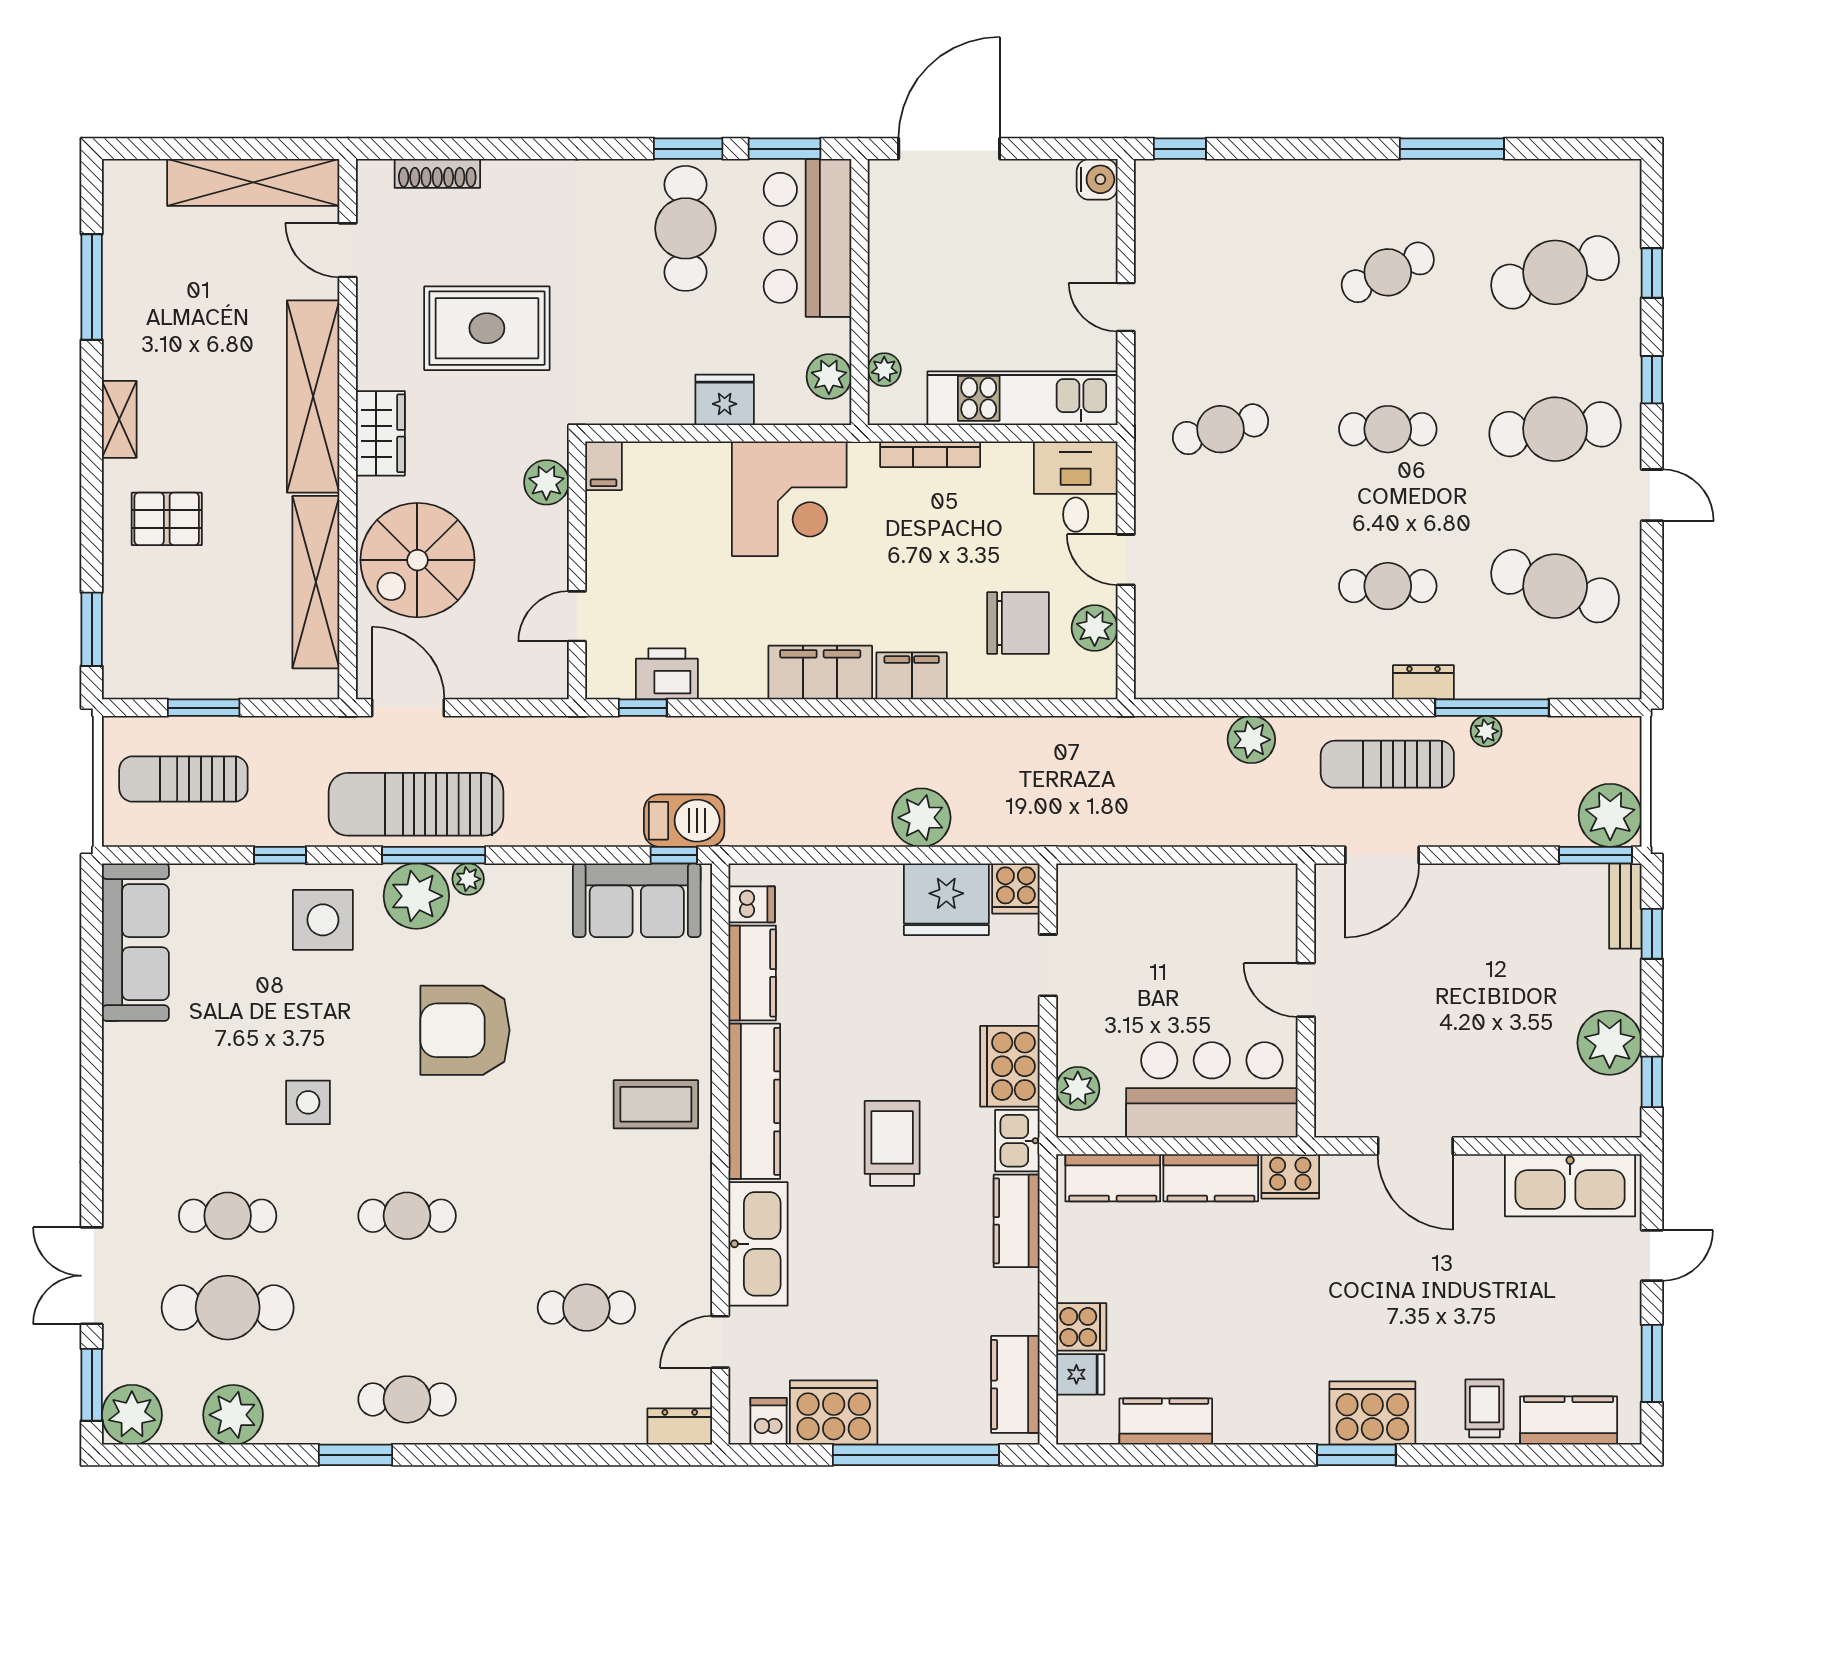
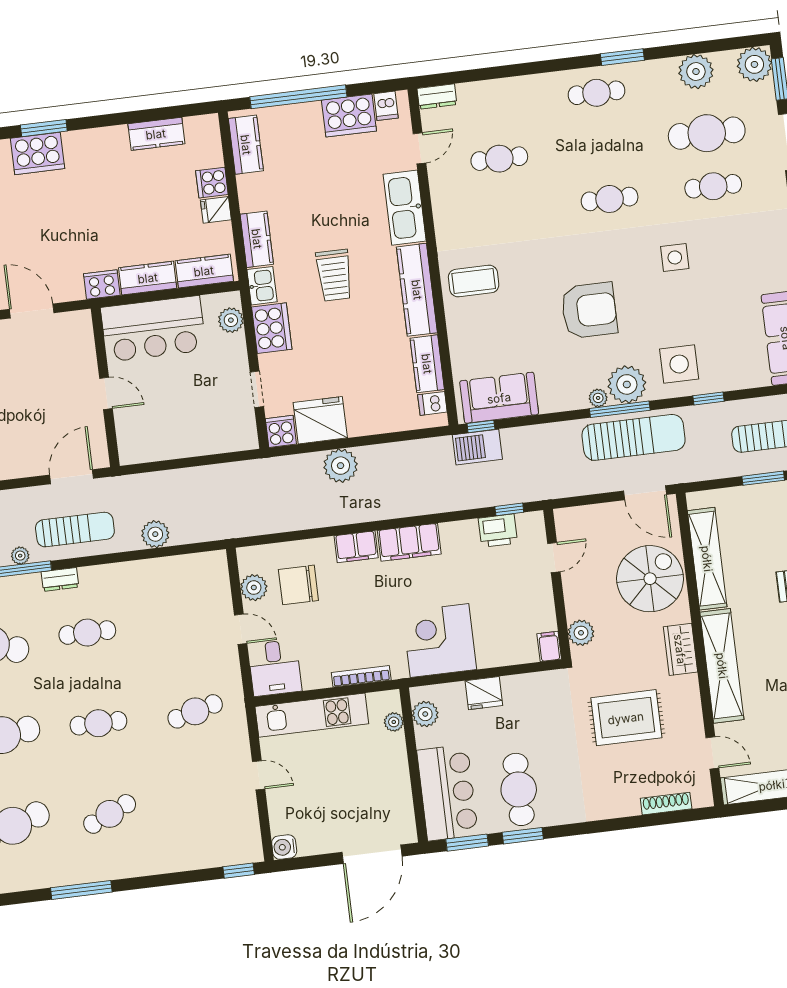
fridge: (1080, 1374) -> (216, 210), moved

